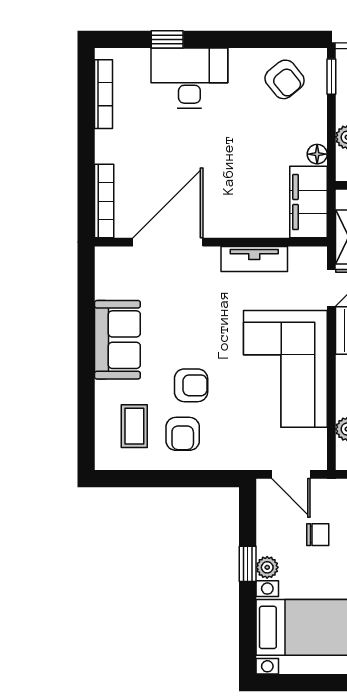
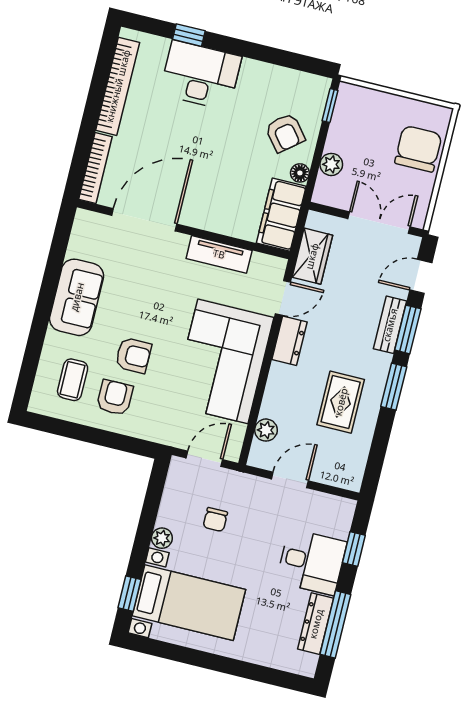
armchair: (285, 79) -> (285, 133), moved
bookcase: (104, 94) -> (118, 86), width x1.48, depth x1.31
armchair: (183, 434) -> (115, 398), turned 180
door: (291, 474) -> (204, 459), swing flipped
chair: (318, 535) -> (215, 520), turned 90
window: (248, 564) -> (130, 594), moved

